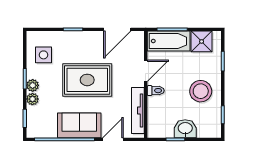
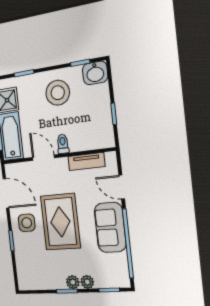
side table: (44, 55) -> (27, 223), moved
tv unit: (138, 110) -> (86, 162), width x0.71
washbasin: (185, 129) -> (95, 73), moved, turned -90

